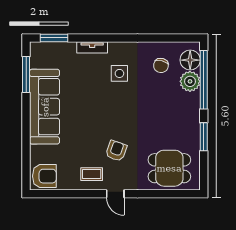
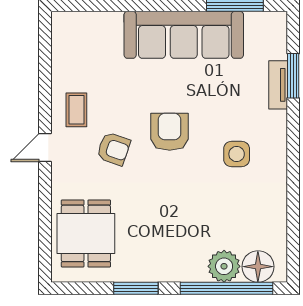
window: (54, 38) -> (293, 76), moved
tv unit: (92, 47) -> (278, 85), moved
chair: (161, 65) -> (249, 220), removed
armchair: (44, 176) -> (170, 132), moved, turned 180

